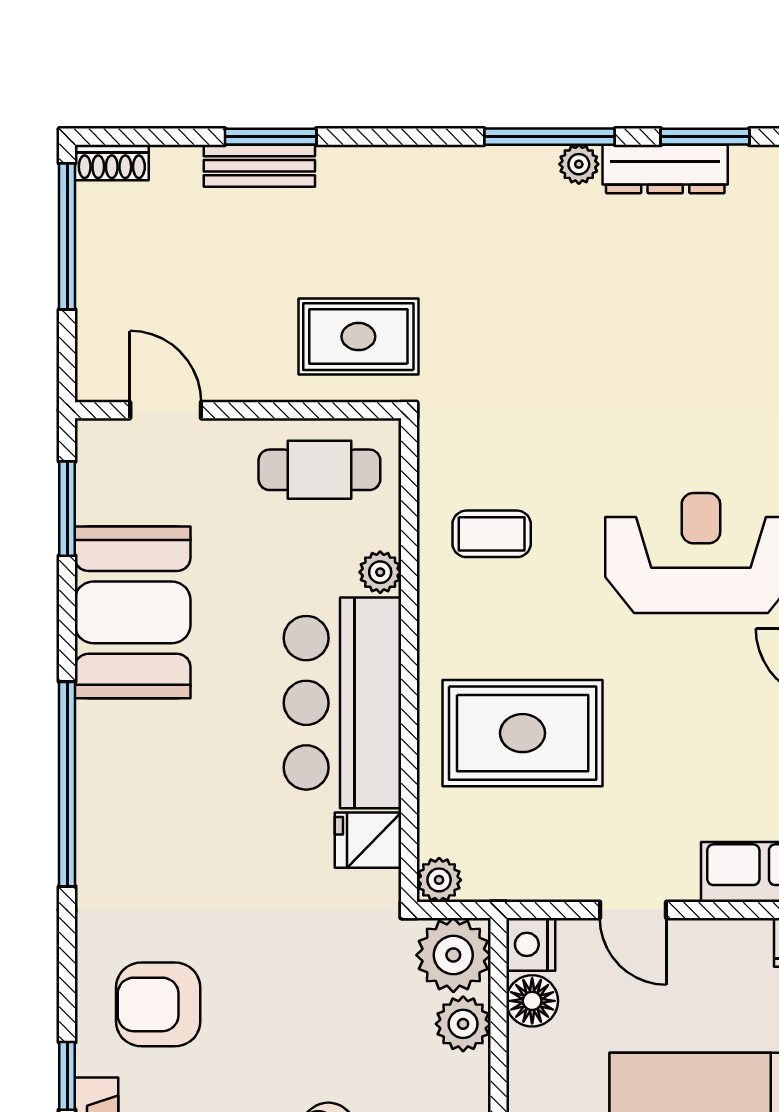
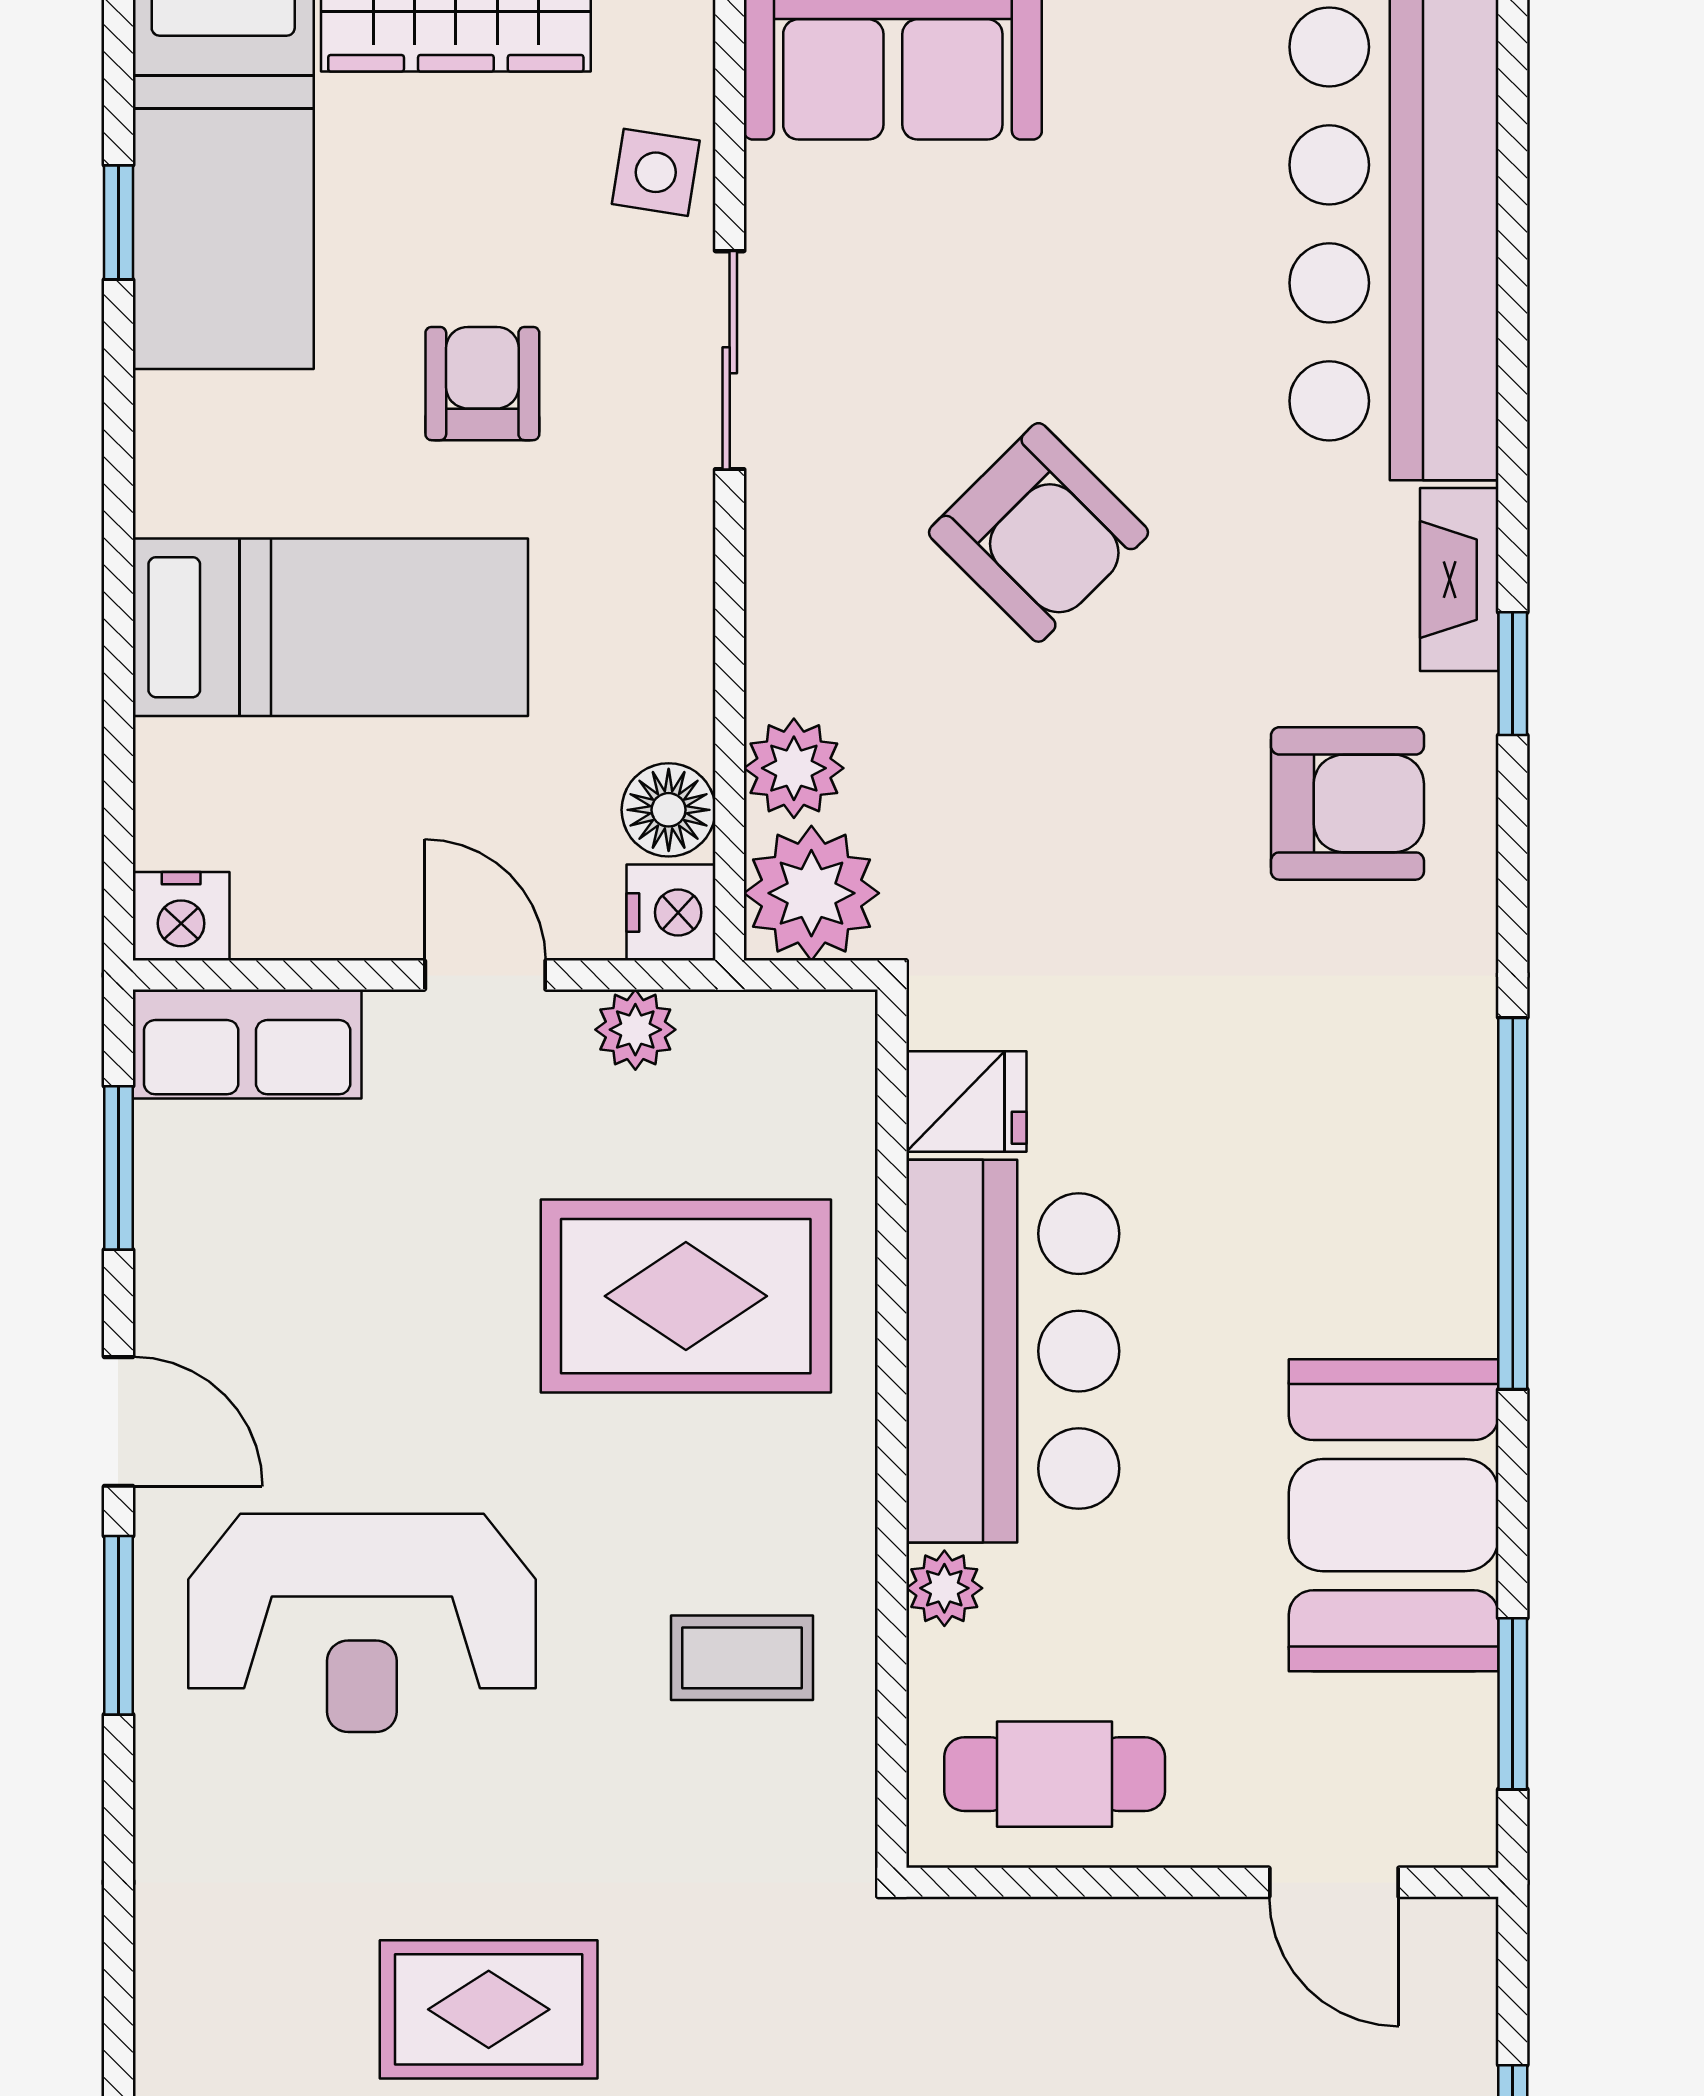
rug: (358, 337) -> (489, 2009), moved
plant: (439, 880) -> (635, 1030), moved

